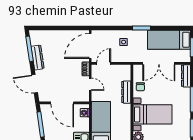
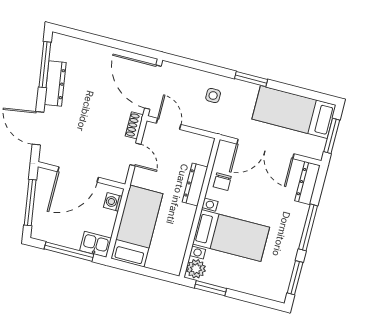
door: (90, 46) -> (153, 87), hinge flipped
door: (104, 63) -> (169, 124), hinge flipped
door: (62, 103) -> (78, 174), hinge flipped

